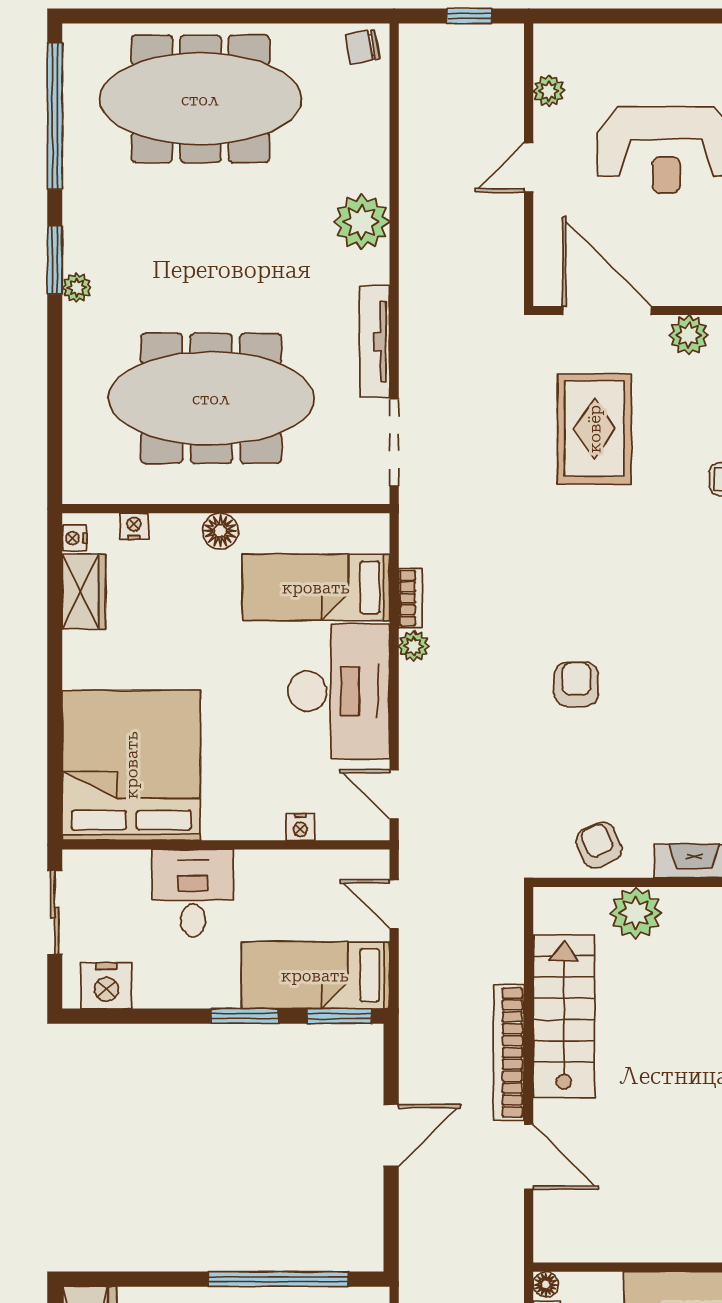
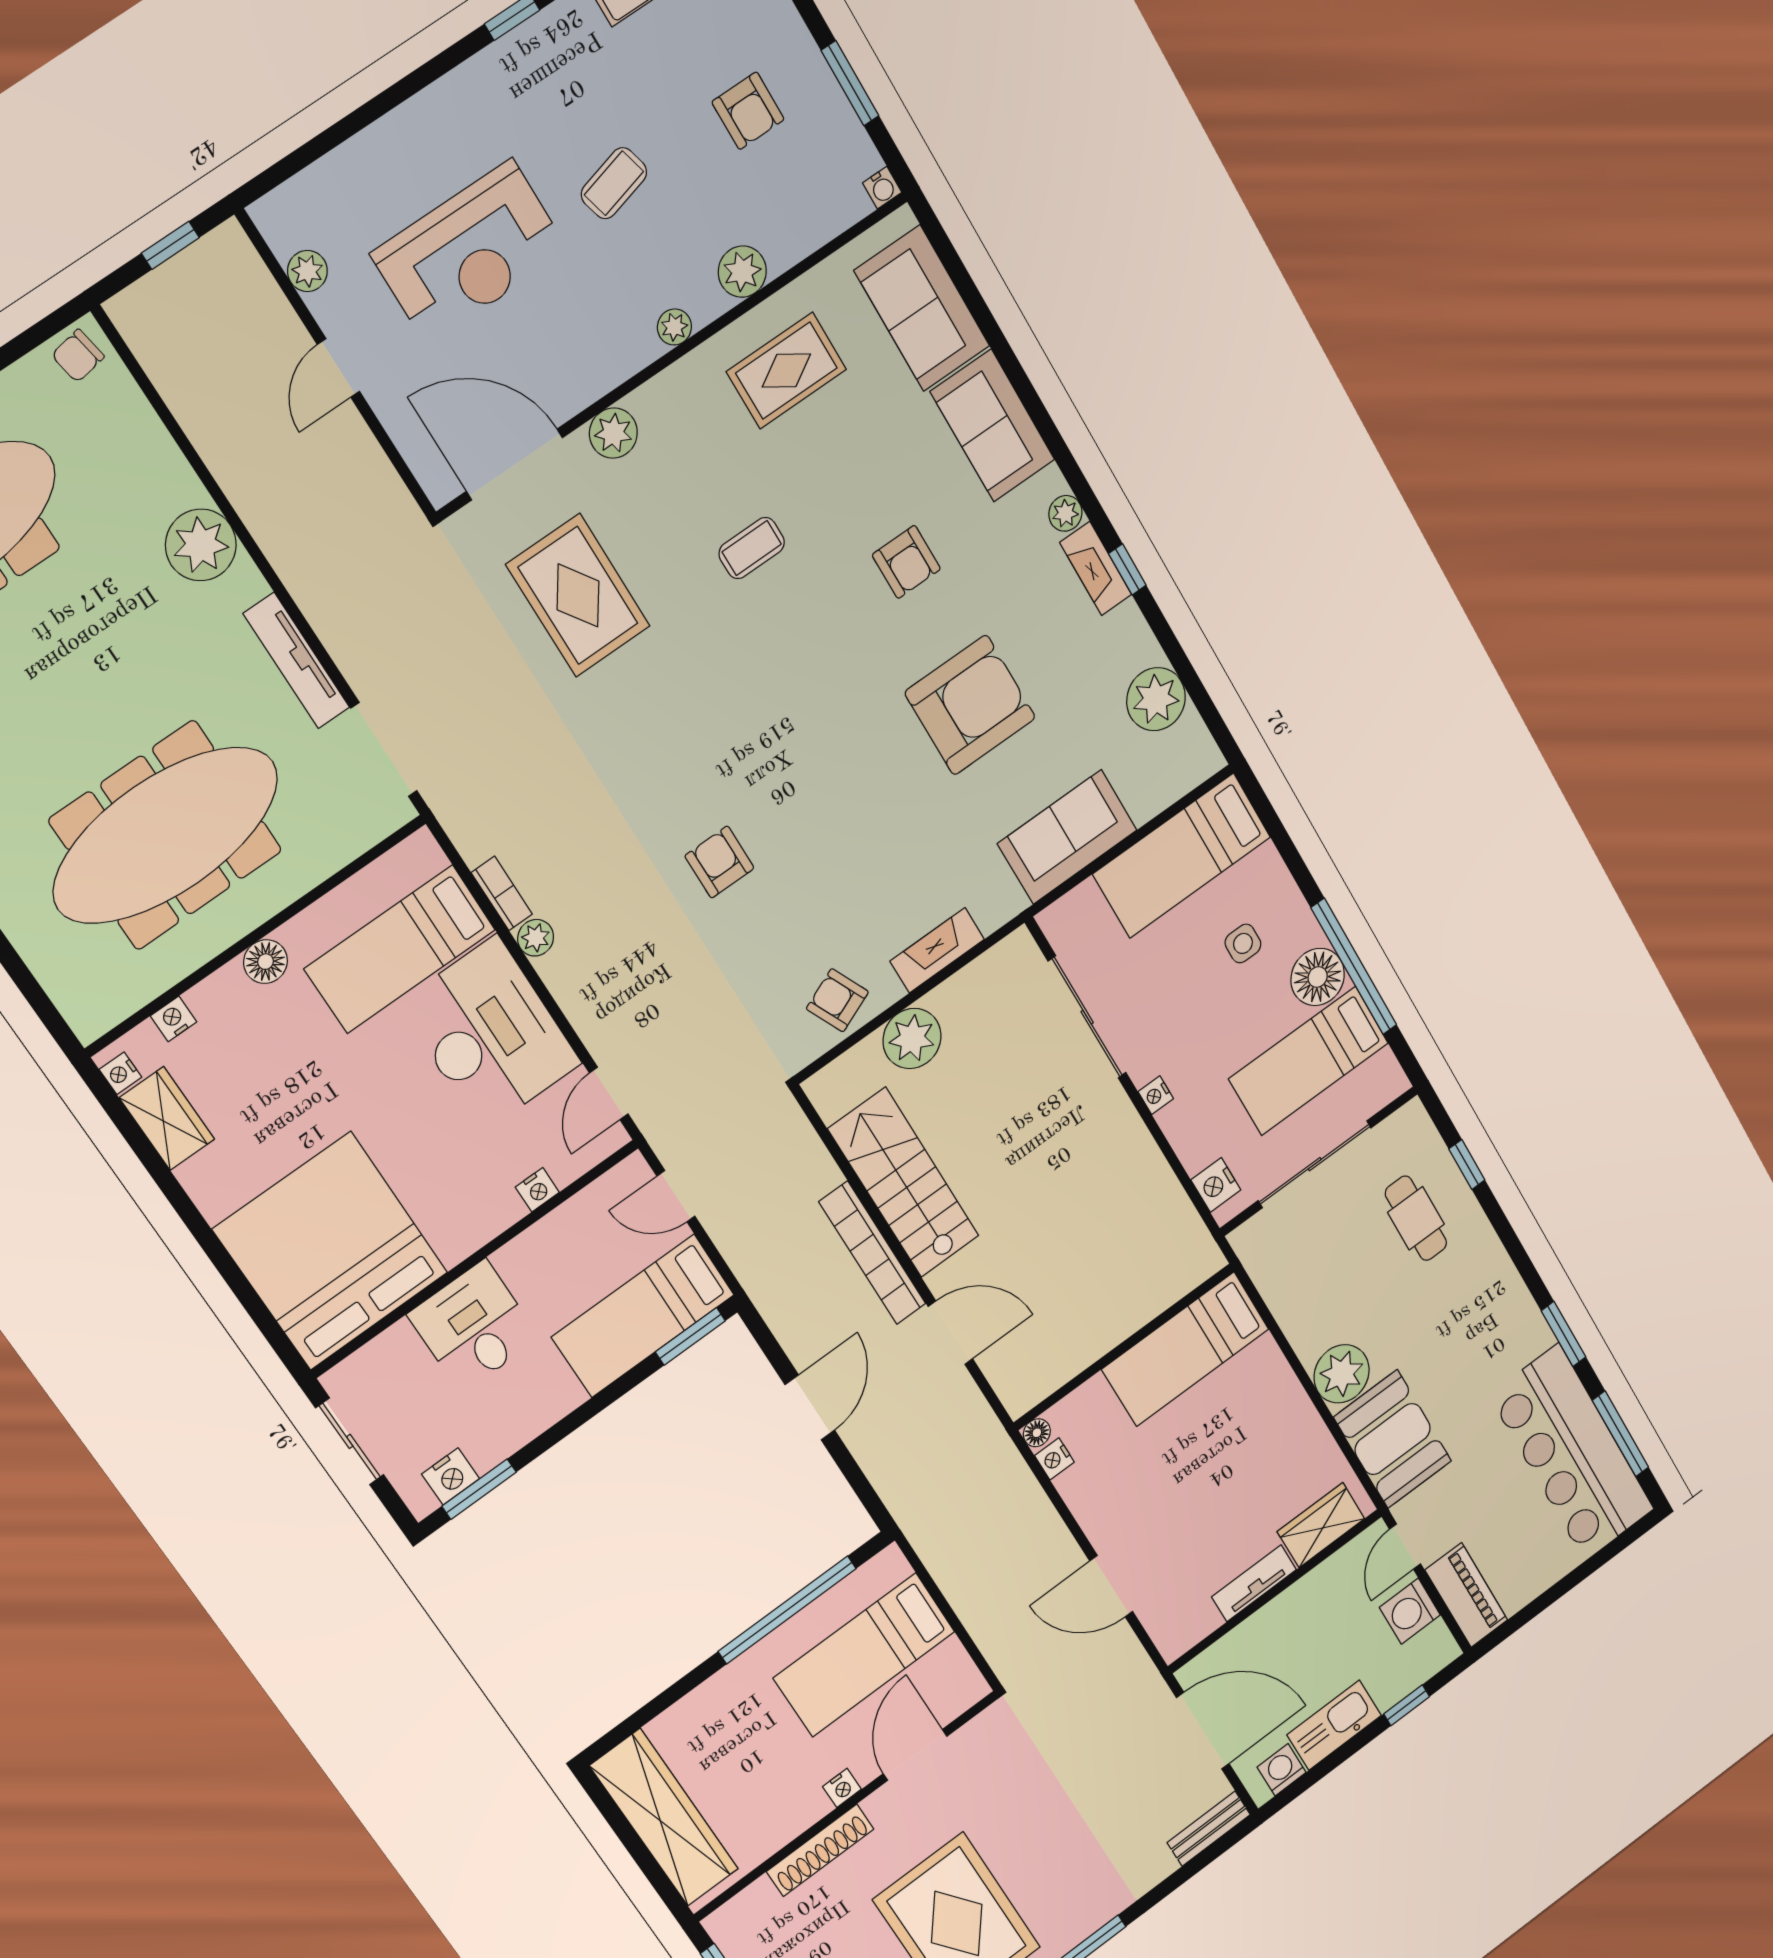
door: (394, 794) -> (609, 1093), hinge flipped
nightstand: (106, 986) -> (451, 1476), width x0.74, depth x0.75
window: (245, 1016) -> (479, 1489), moved

